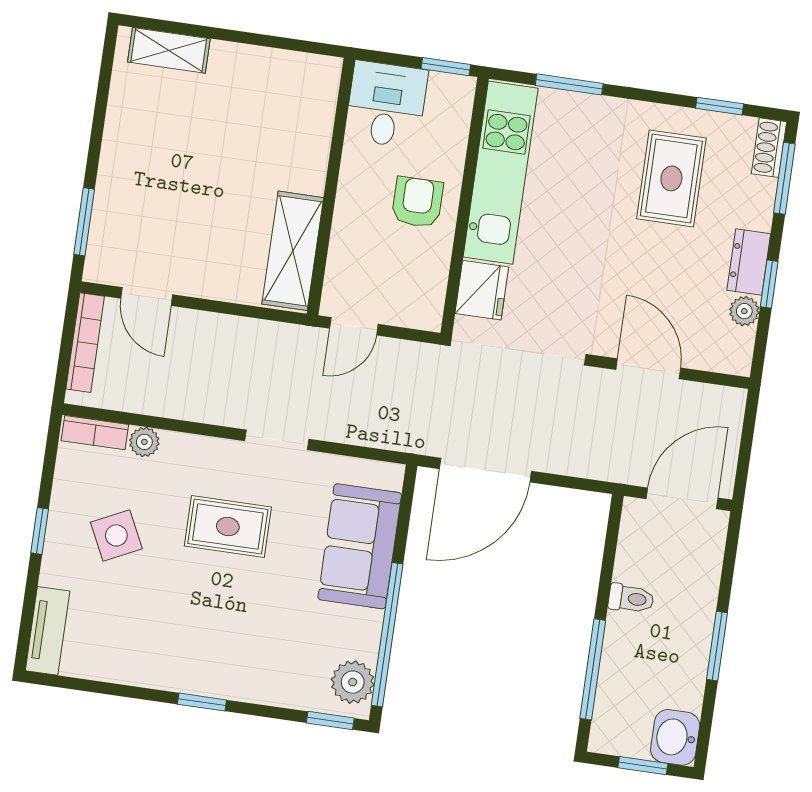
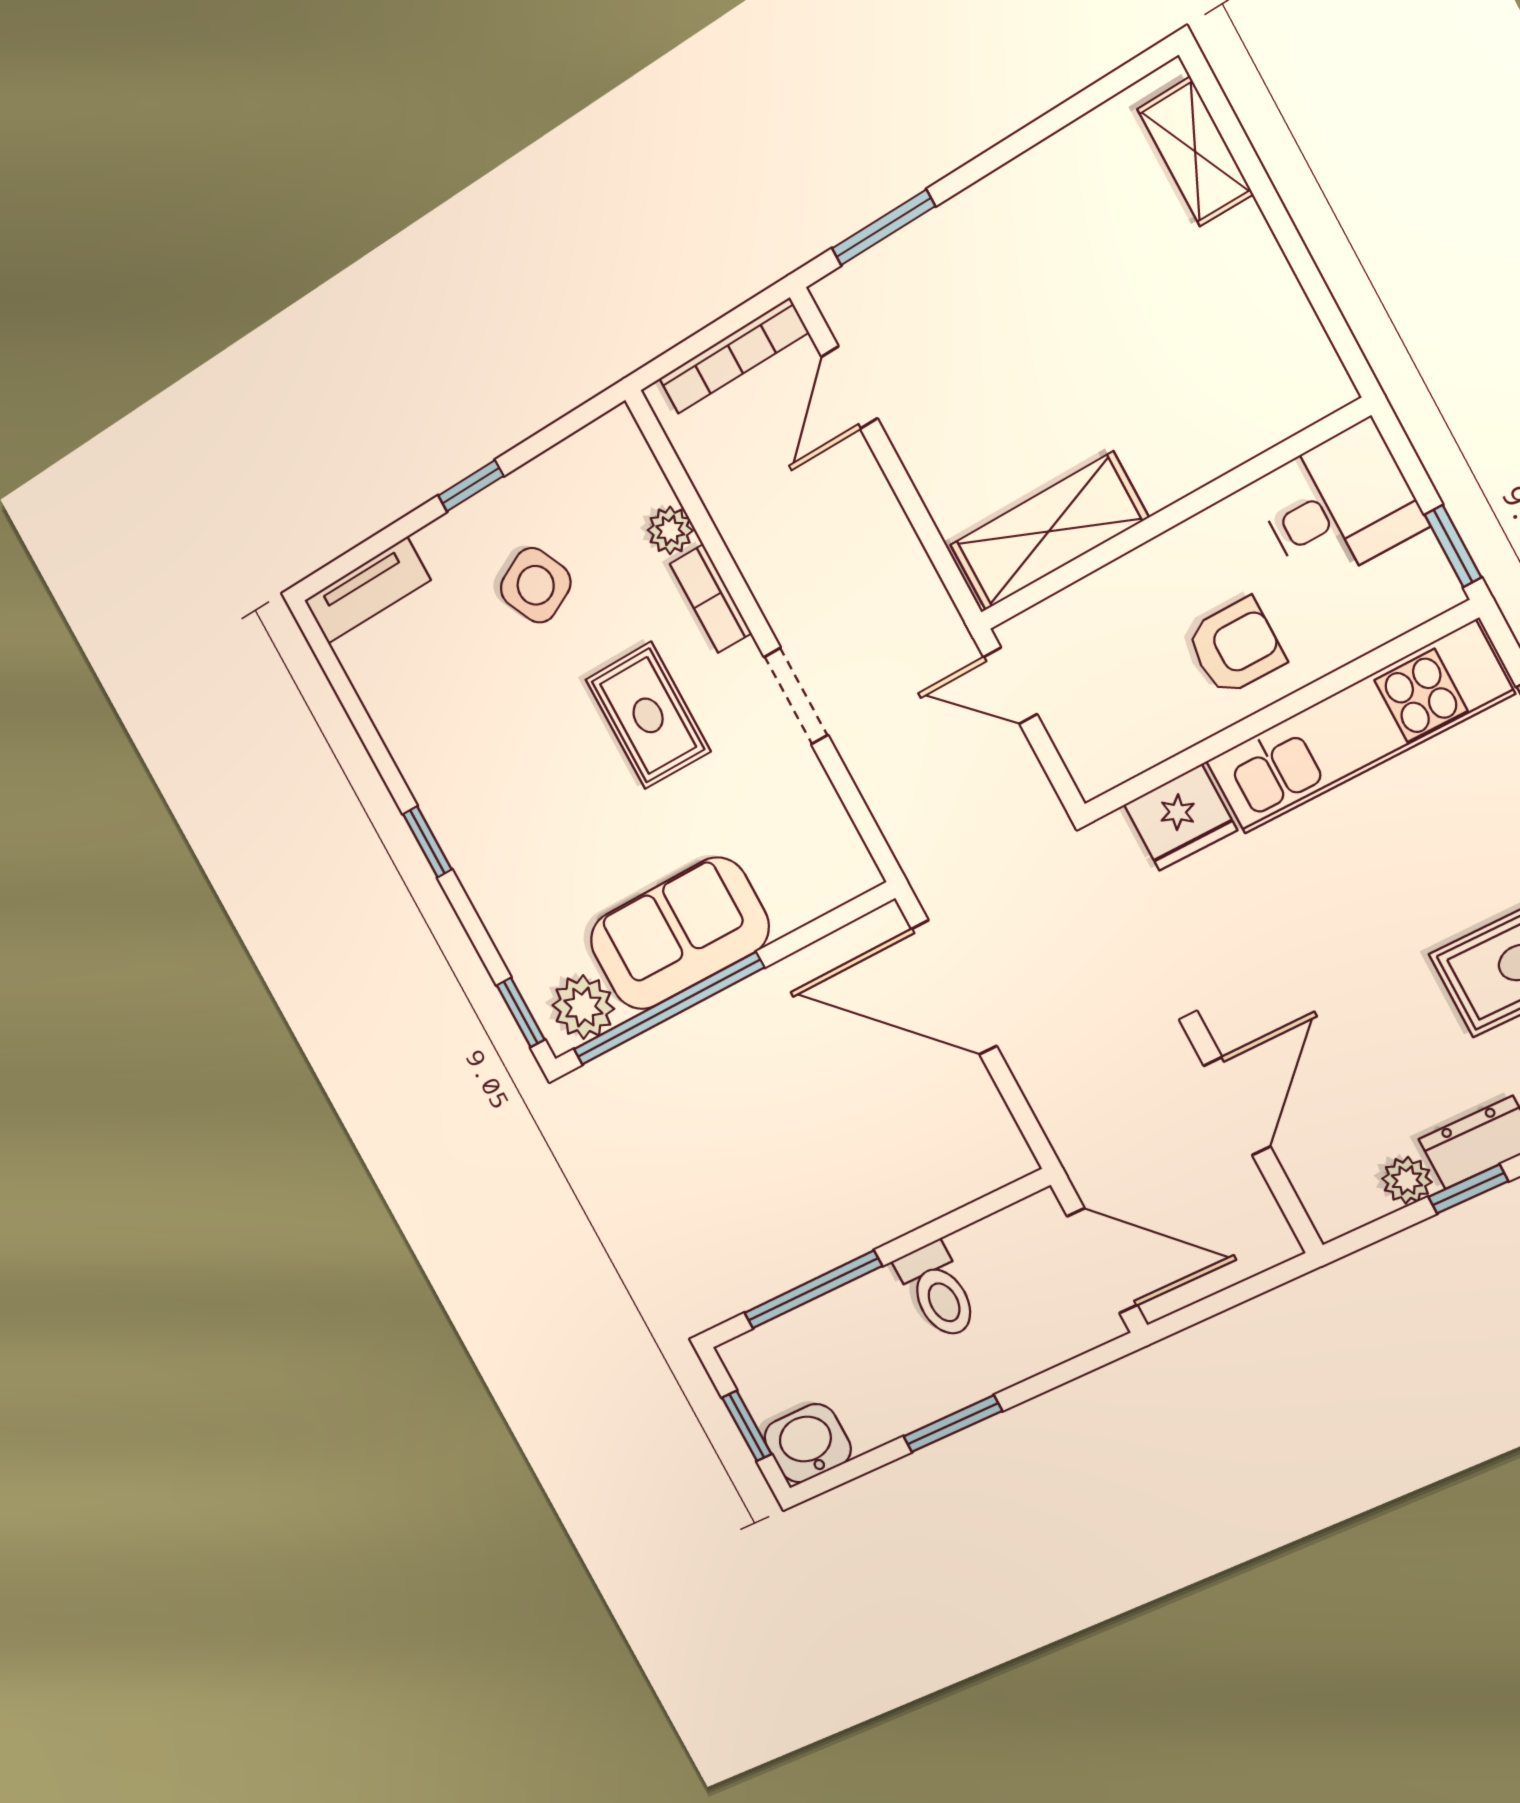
bookcase: (95, 433) -> (711, 599), moved
sofa: (360, 546) -> (679, 934), moved
toilet: (631, 599) -> (938, 1291), width x1.37, depth x1.39

